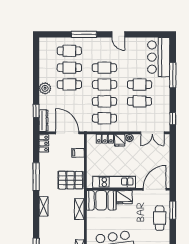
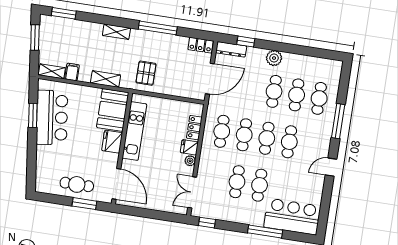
filing cabinet: (78, 153) -> (72, 72), moved
pallet: (71, 180) -> (146, 73), width x0.67, depth x0.71

